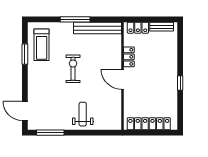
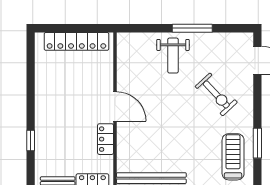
exercise bike: (73, 69) -> (216, 94), moved, turned -43
window: (180, 83) -> (31, 141), moved
window: (50, 133) -> (192, 28), moved

